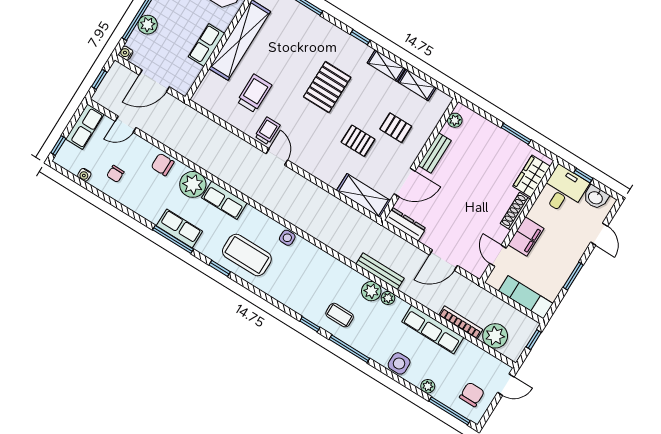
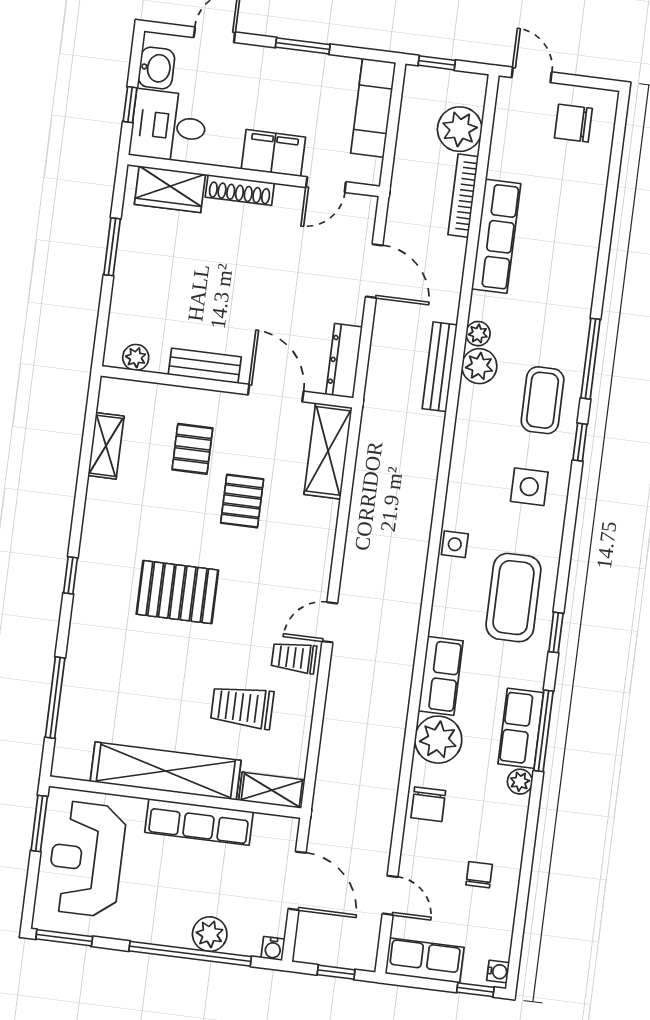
row of seats: (206, 45) -> (199, 822), width x1.48
shelving: (386, 66) -> (272, 790), moved, turned 90
chair: (115, 174) -> (479, 875), turned -90
water cooler: (84, 175) -> (498, 972), moved
coffee table: (340, 315) -> (543, 400), width x1.36, depth x1.30
side table: (399, 363) -> (529, 487), moved
plant: (428, 386) -> (520, 782), moved
window: (450, 411) -> (617, 148), removed

